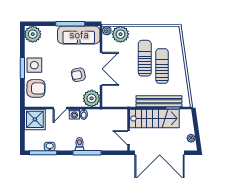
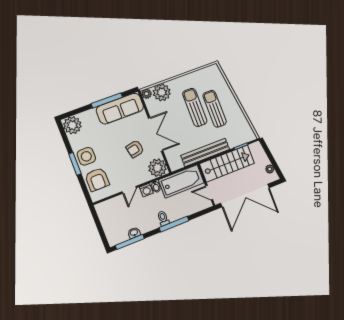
armchair: (36, 88) -> (97, 179), turned 89
bench: (159, 101) -> (205, 152), moved
bathtub: (108, 118) -> (181, 181), added
shower: (35, 119) -> (108, 211), removed

